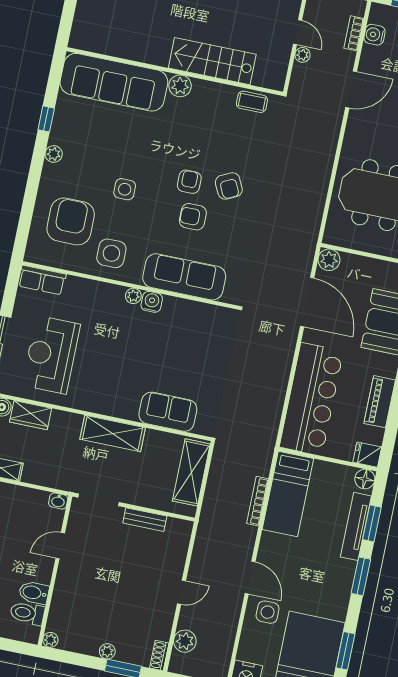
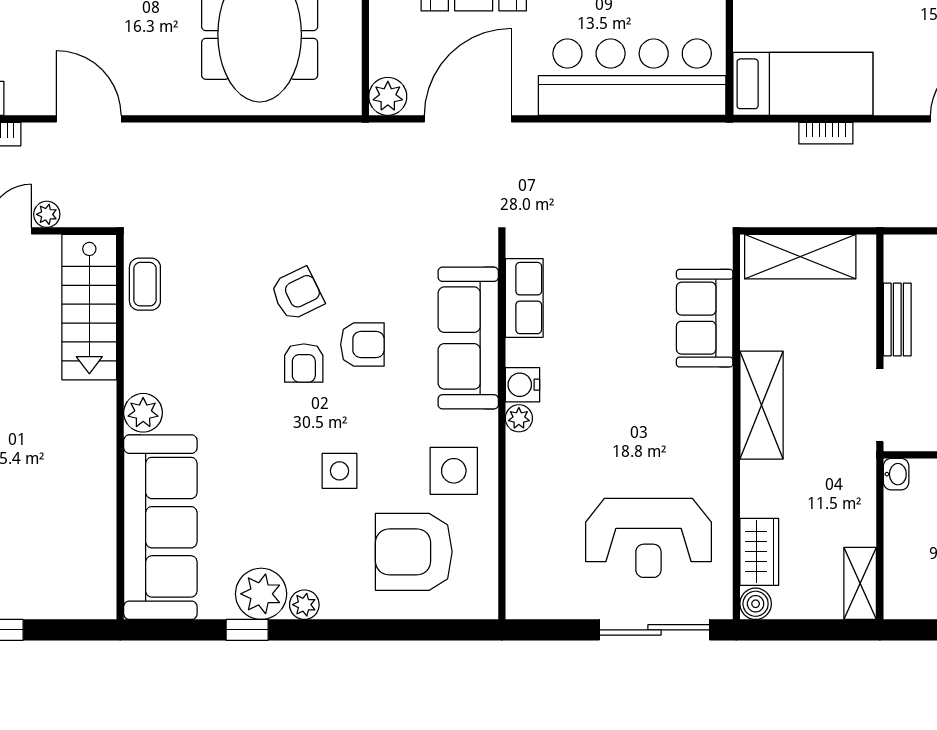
stairs: (212, 61) -> (89, 307), moved
plant: (65, 131) -> (261, 594), added
armchair: (189, 182) -> (304, 363), turned -90
armchair: (193, 217) -> (362, 344), turned -90
row of seats: (42, 280) -> (524, 298), moved
bookcase: (258, 501) -> (826, 133), width x0.64

